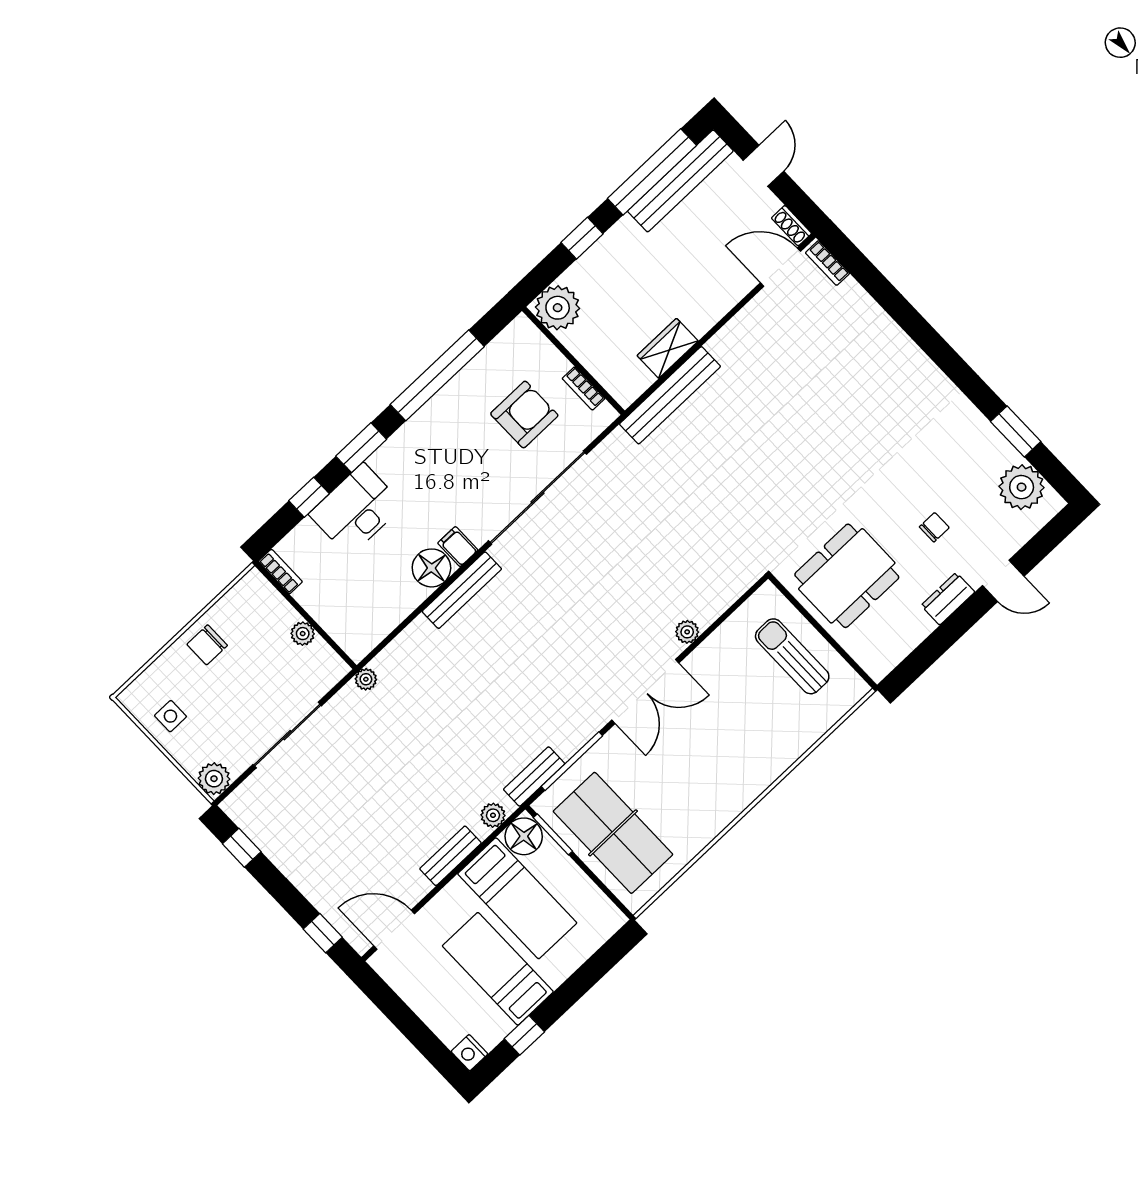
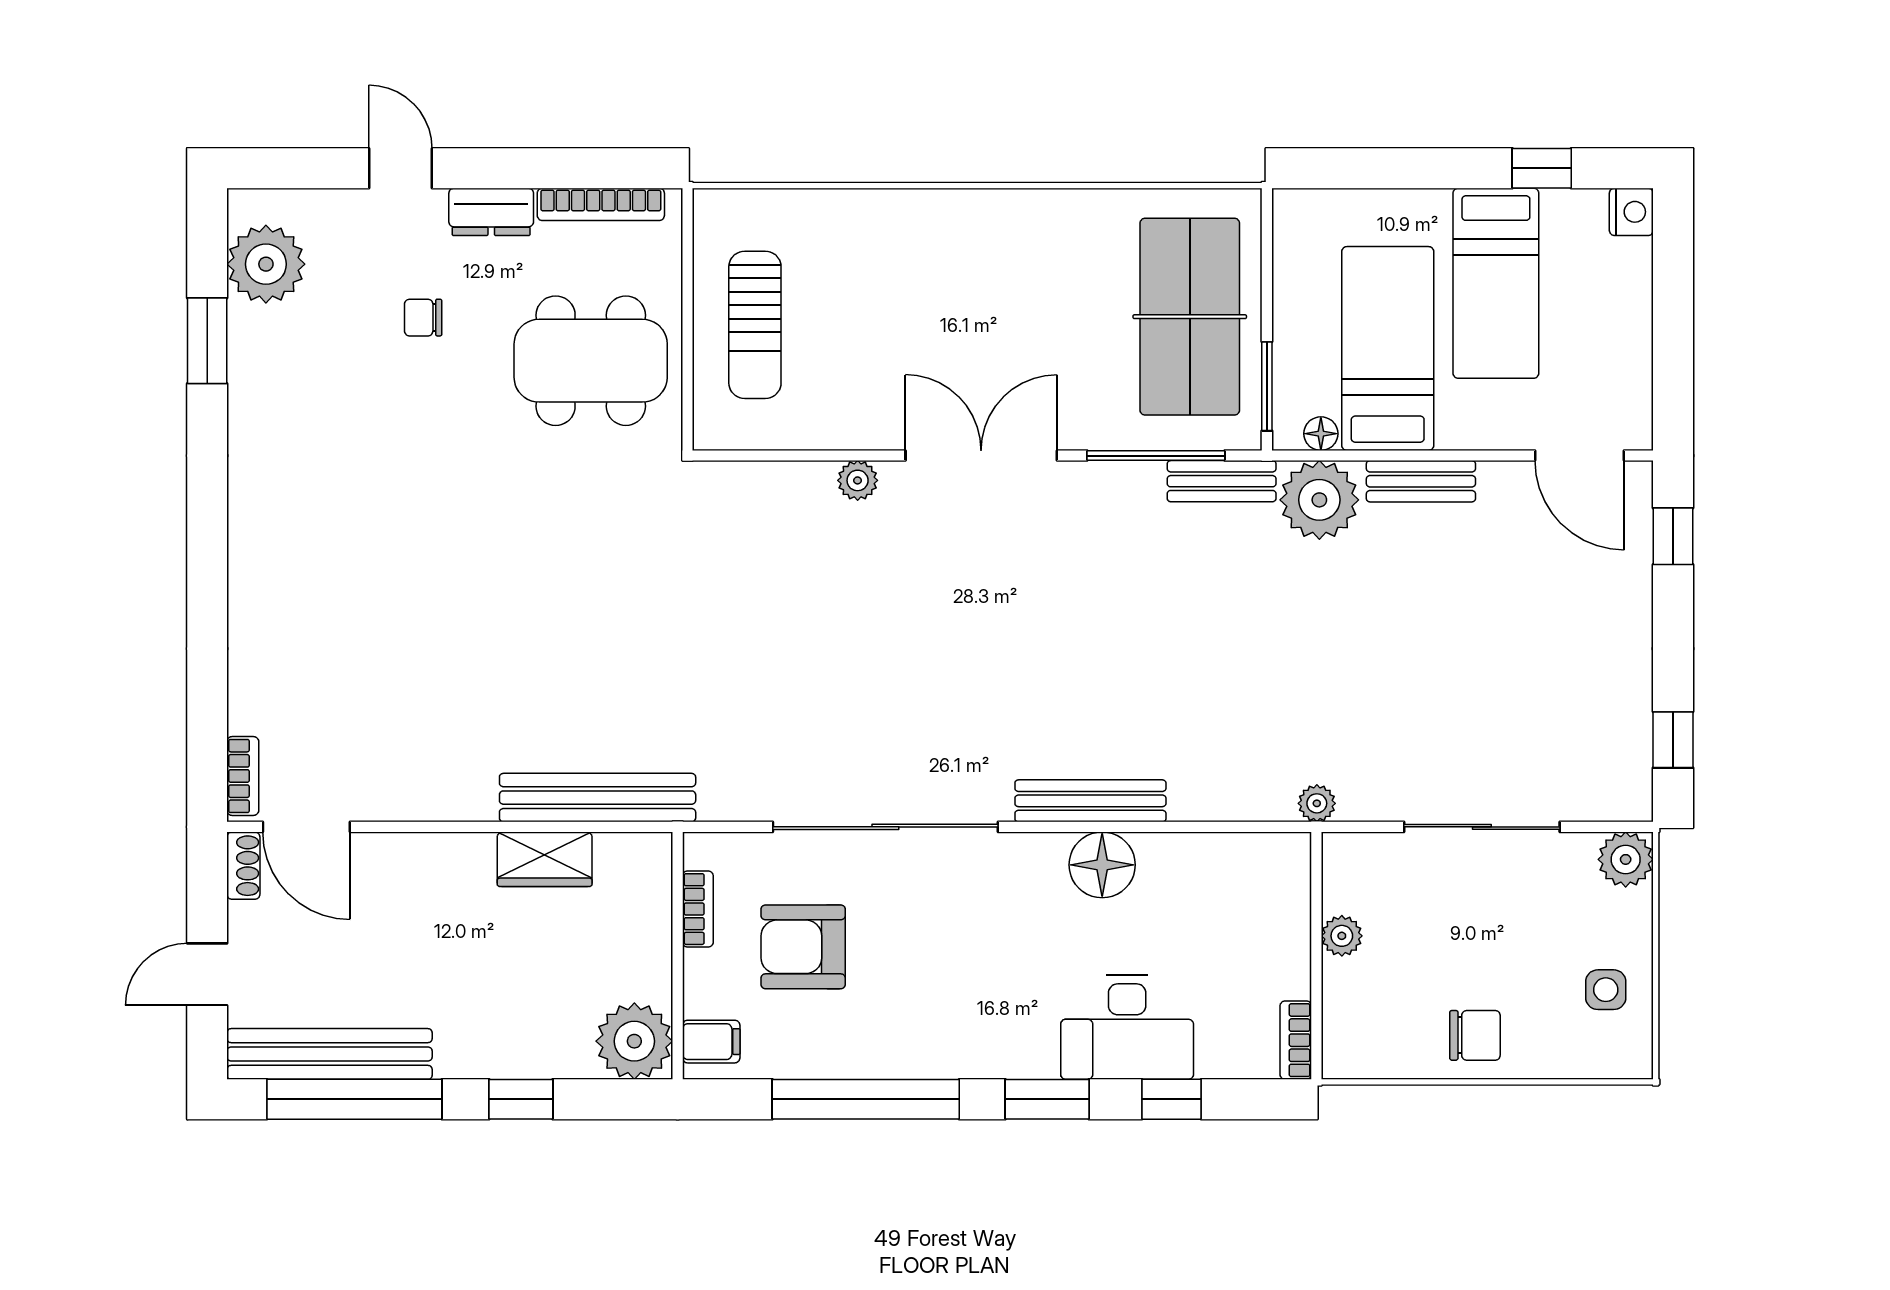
filing cabinet: (458, 547) -> (711, 1042), moved, turned -90
bookcase: (905, 645) -> (601, 204), added
plant: (493, 815) -> (1319, 500), width x1.88, depth x1.88
floor lamp: (524, 836) -> (1321, 434), width x0.53, depth x0.53

